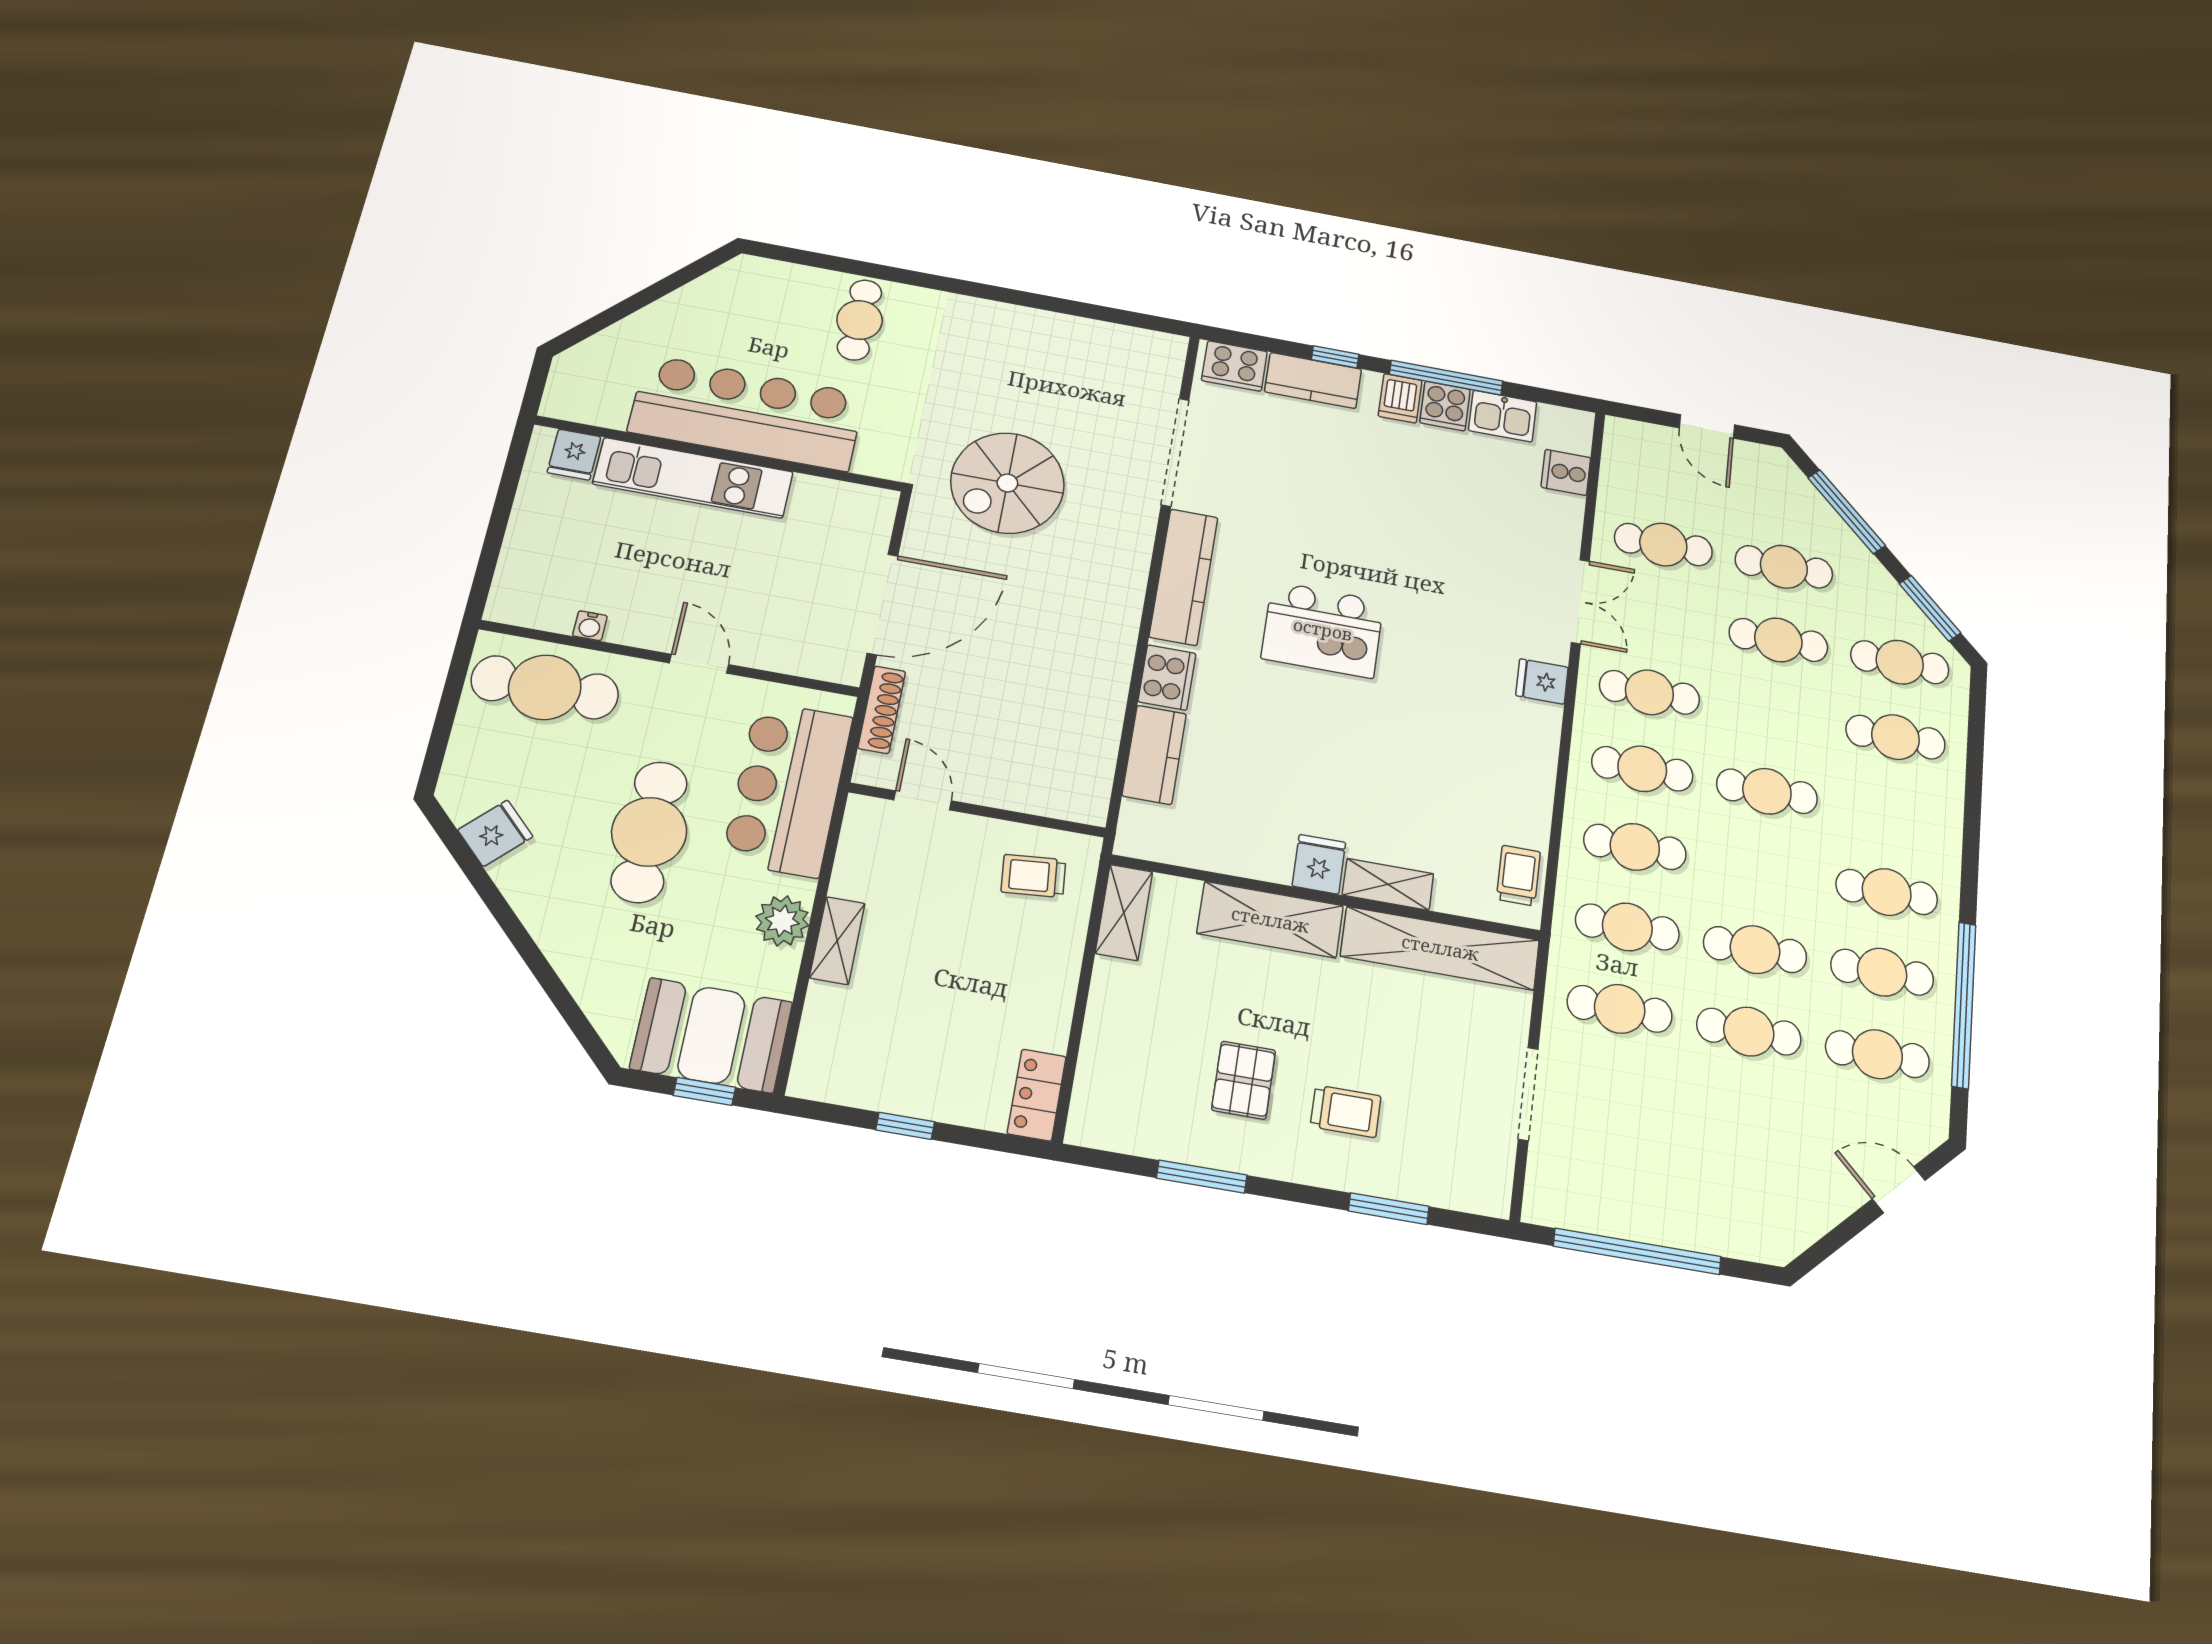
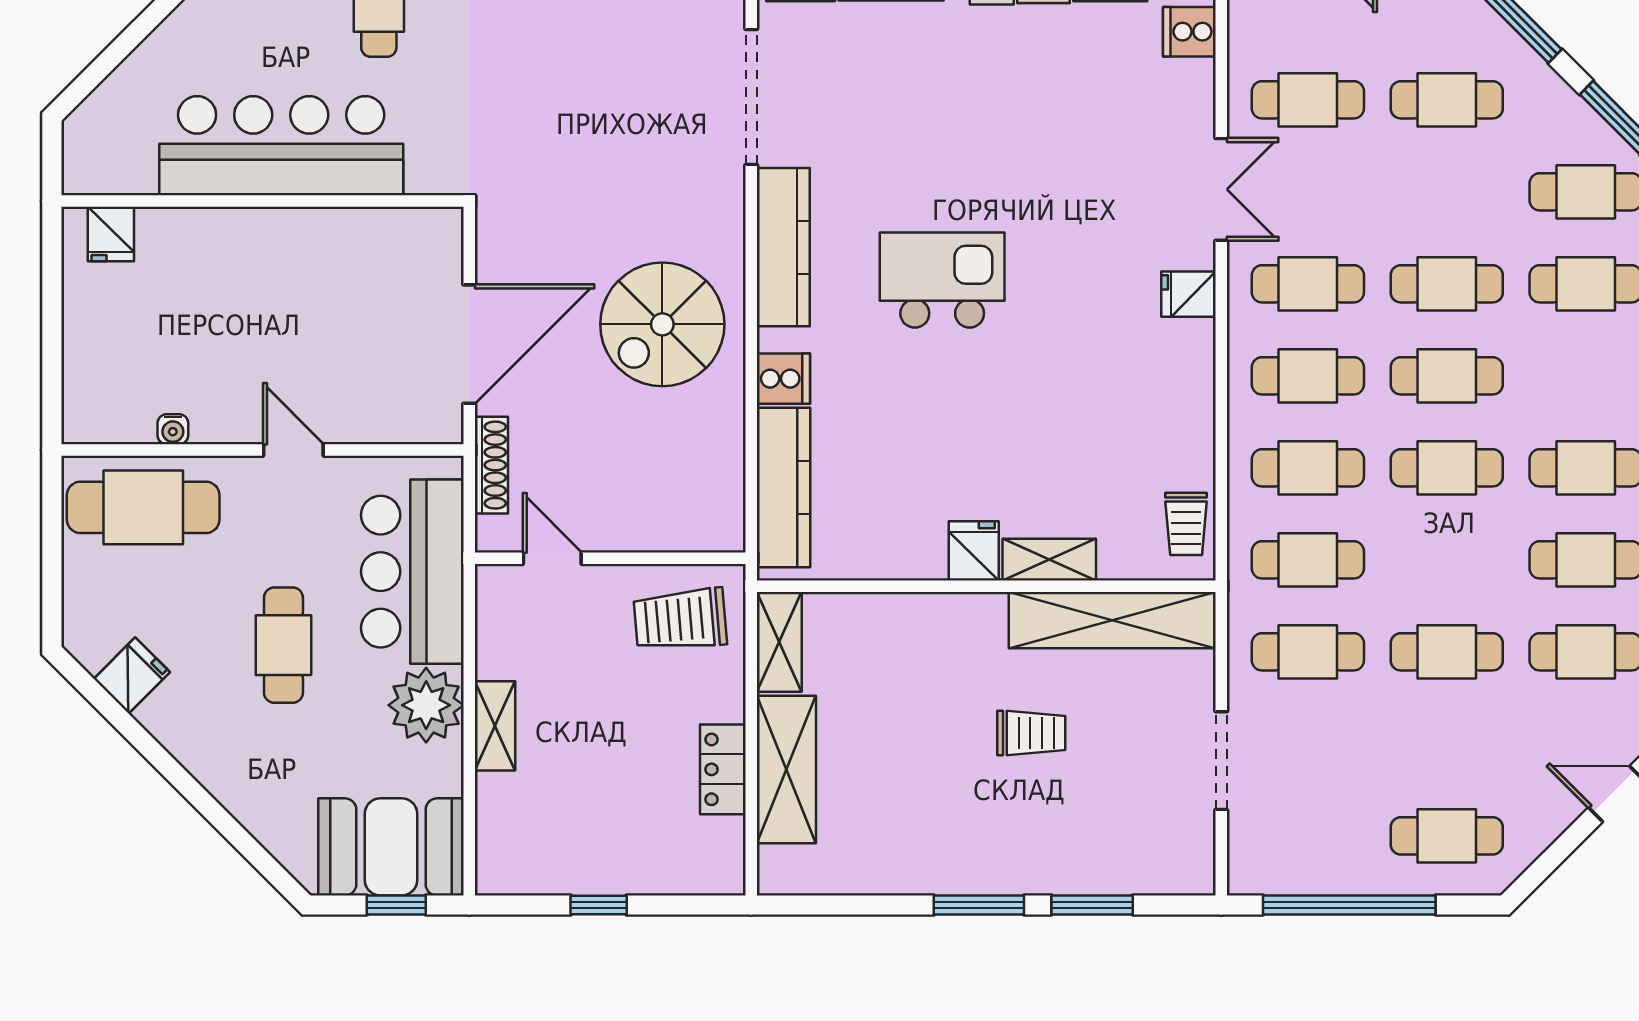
kitchen unit: (693, 478) -> (241, 236), removed
spiral stairs: (1007, 483) -> (662, 324), moved
kitchen island: (1323, 630) -> (942, 280), turned 180
cafe table: (1778, 640) -> (1447, 284), moved
cooker: (1167, 678) -> (783, 379), width x0.73
kitchen counter: (1154, 755) -> (783, 487), width x1.50
cafe table: (649, 832) -> (283, 645), width x0.73, depth x0.74
trolley: (1033, 876) -> (680, 620), width x1.36, depth x1.39
trolley: (1518, 876) -> (1186, 524), turned 180
shelving: (1270, 920) -> (786, 769), moved, turned 90
plant: (782, 921) -> (426, 705), width x1.36, depth x1.36
cafe table: (1755, 950) -> (1447, 468), moved
pallet: (1244, 1080) -> (928, 798), removed
locker: (1037, 1095) -> (723, 769), moved
trolley: (1346, 1111) -> (1031, 733), moved
window: (1202, 1177) -> (979, 905), moved
cafe table: (1736, 1201) -> (1447, 836), added

